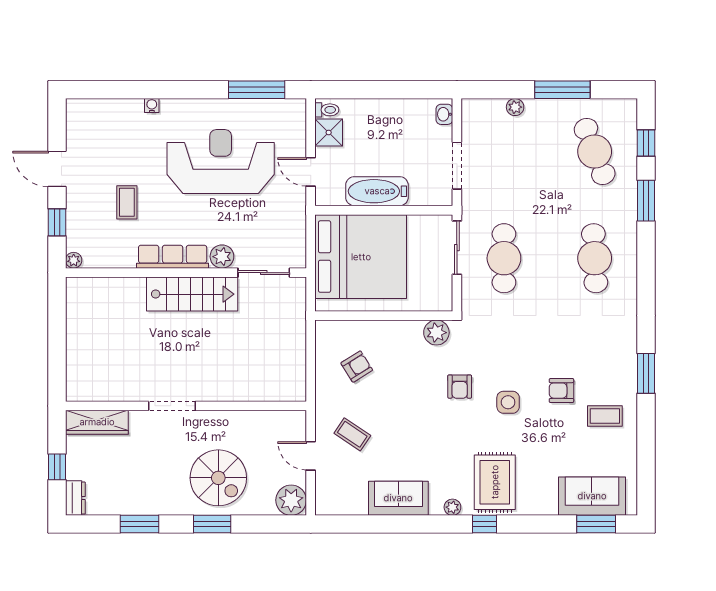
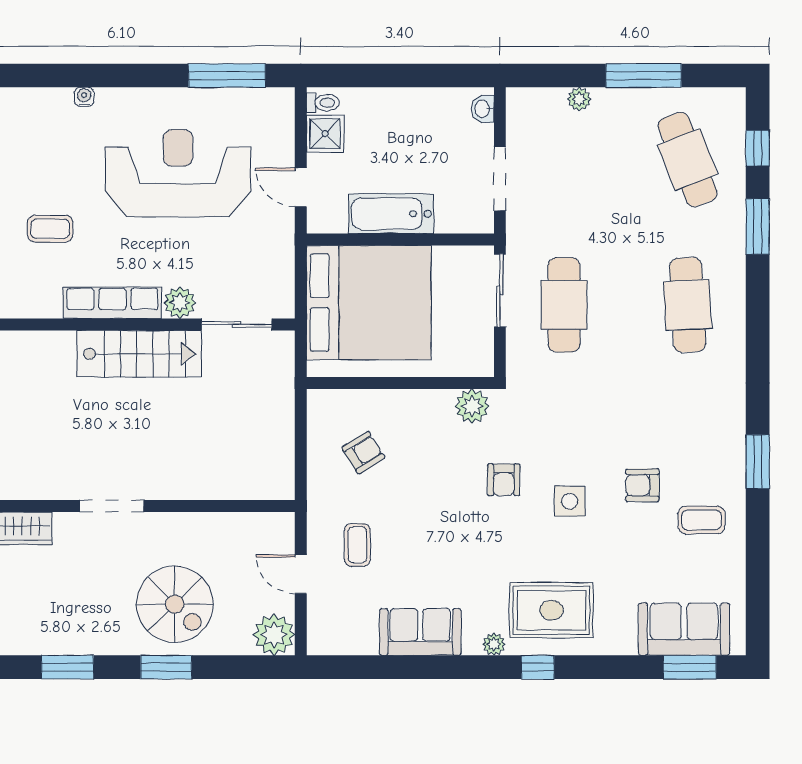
coffee table: (127, 202) -> (50, 229), turned 90
coffee table: (352, 434) -> (357, 545), turned 56
rug: (495, 482) -> (551, 610), turned 90

